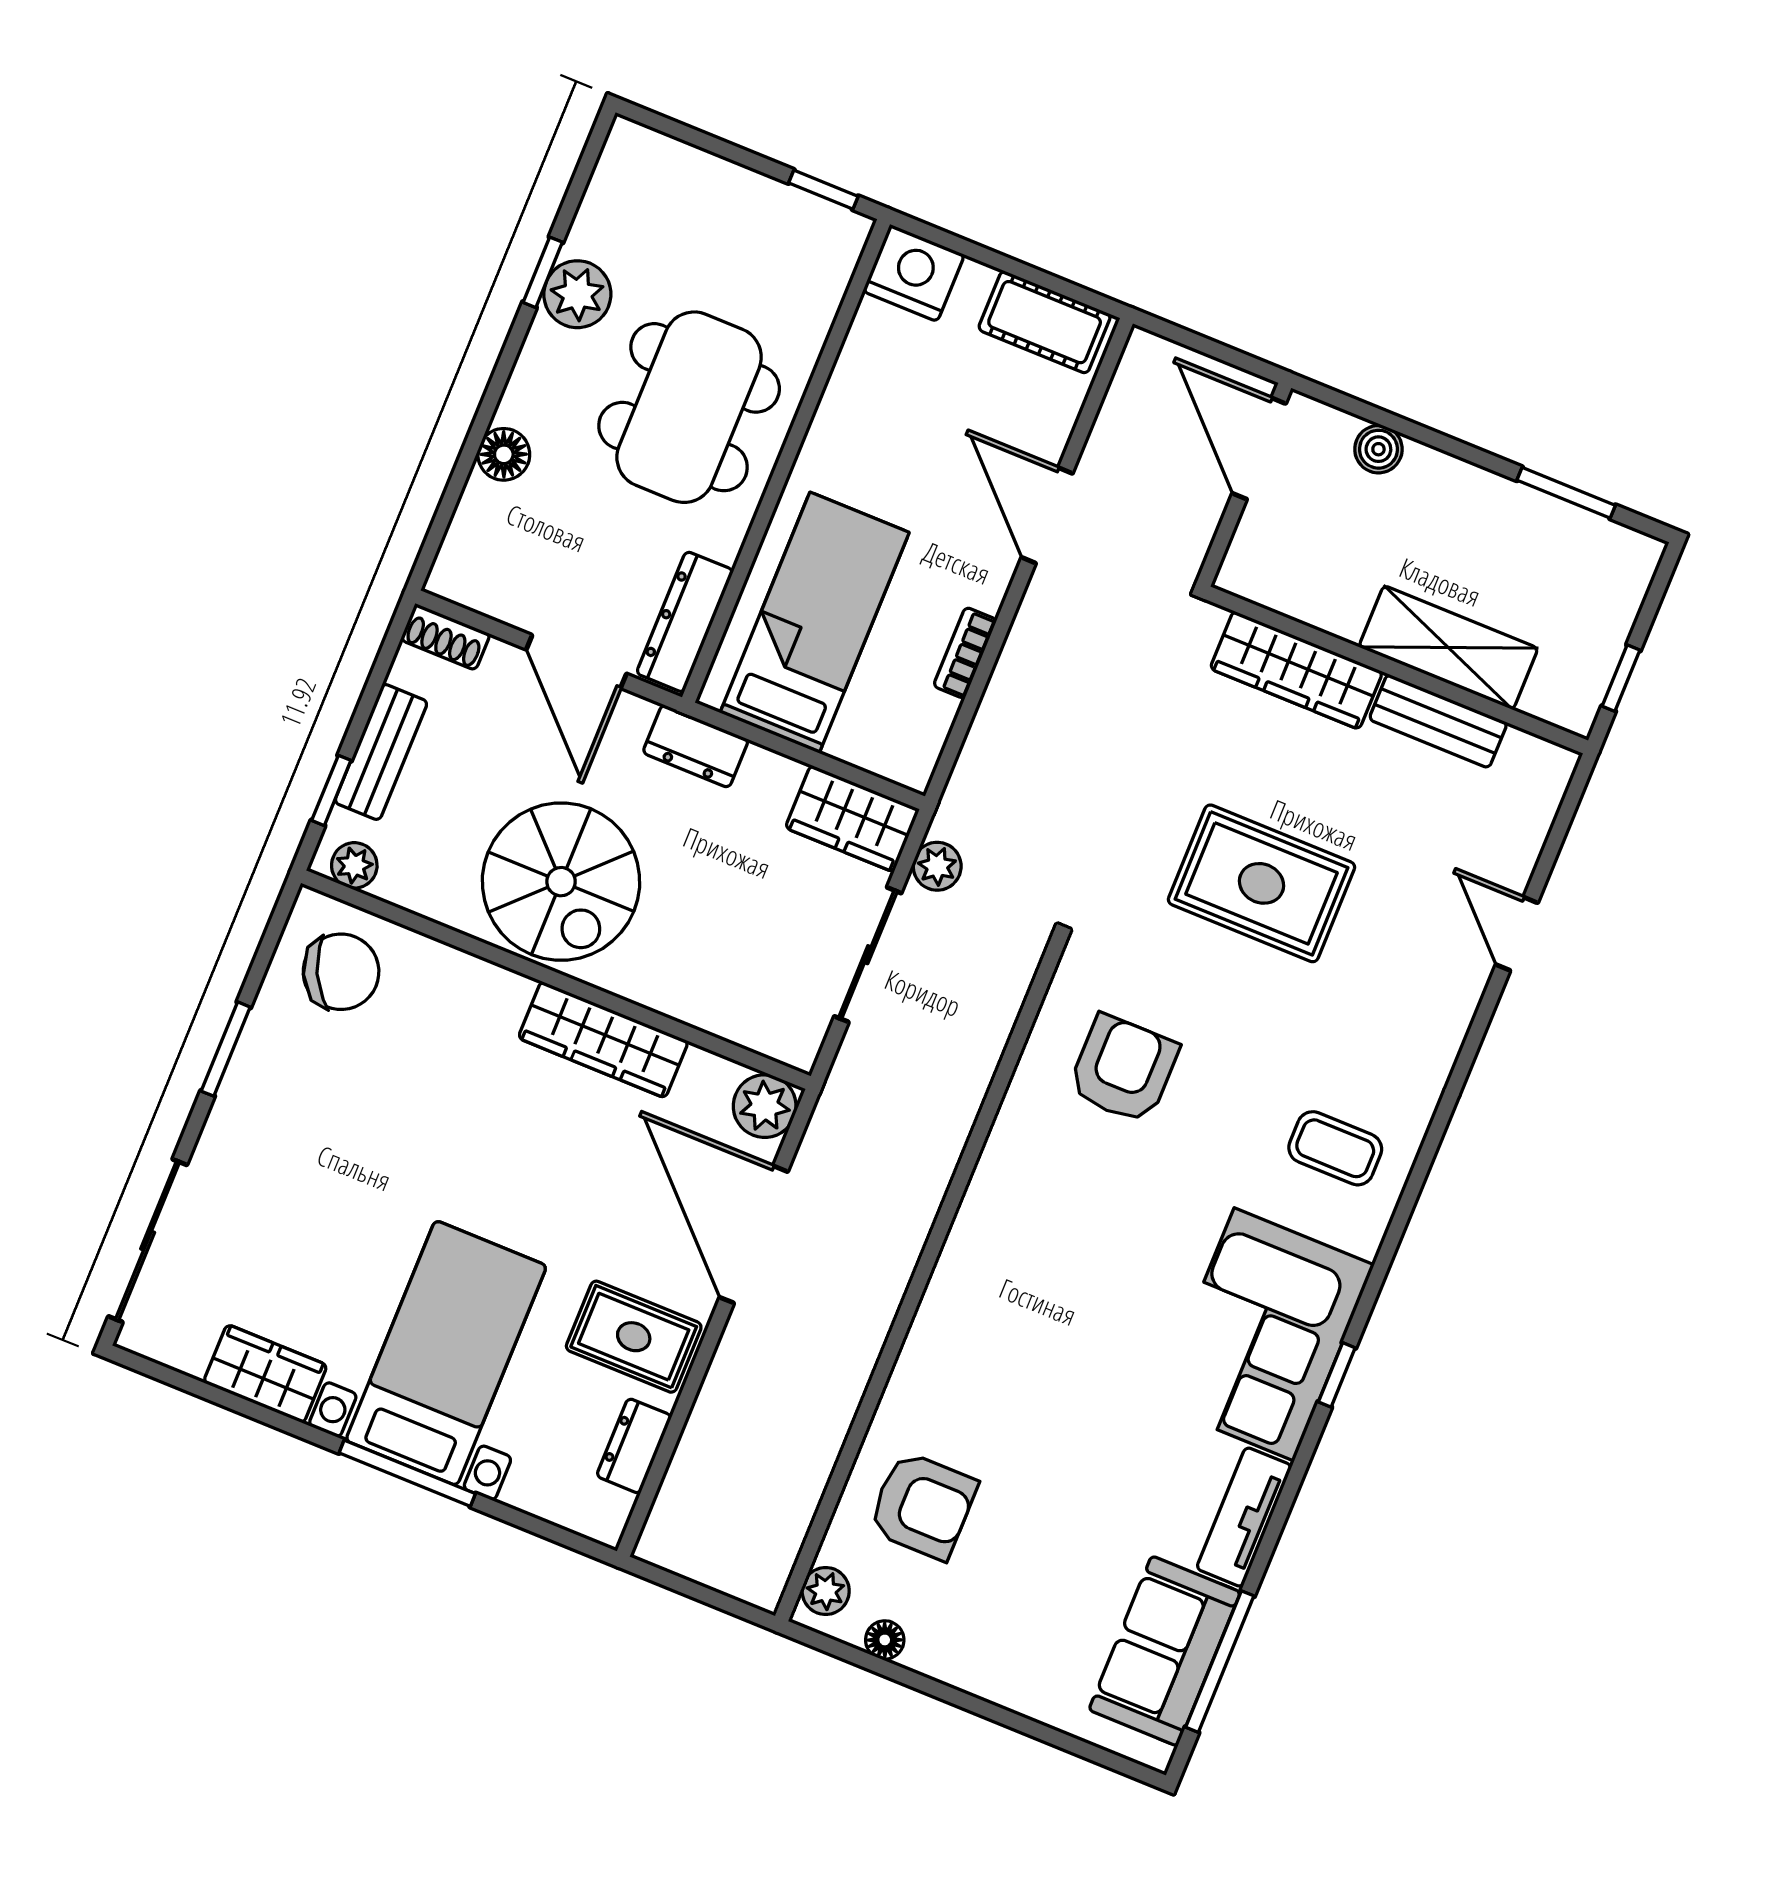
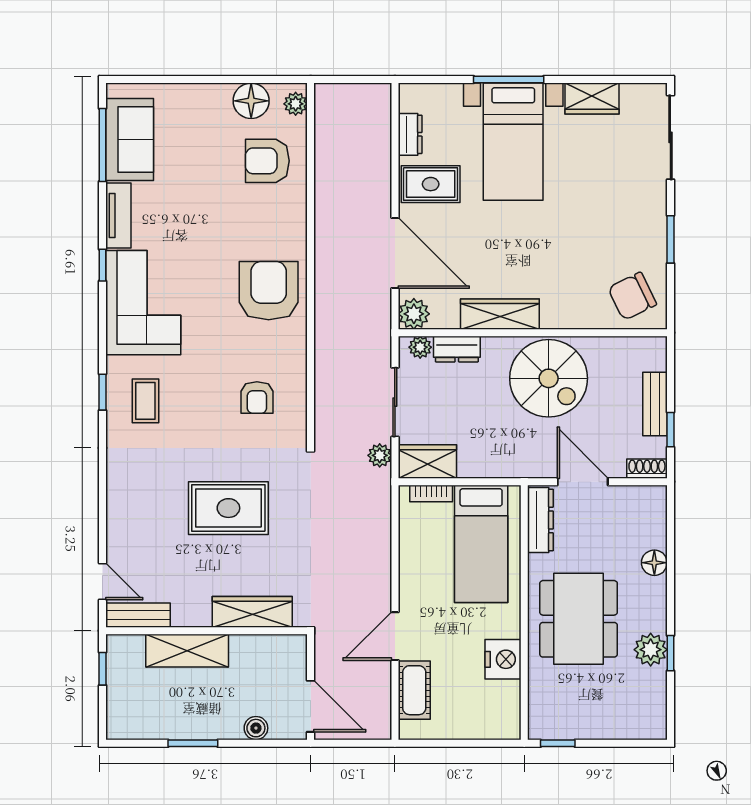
nightstand: (914, 273) -> (503, 659), moved, turned -90
cot: (1045, 322) -> (414, 690), moved, turned 90
window: (1566, 493) -> (193, 743), moved
door: (1047, 515) -> (395, 636), swing flipped
bookcase: (965, 653) -> (431, 494), moved, turned 90
bench: (1438, 721) -> (138, 615), moved
dresser: (696, 746) -> (457, 349), moved, turned 180
window: (331, 790) -> (670, 430), moved
plant: (354, 865) -> (420, 347), moved
spiral stairs: (561, 882) -> (549, 378), turned 180
door: (1517, 934) -> (103, 582), moved
armchair: (1123, 1069) -> (257, 398), width x0.72, depth x0.72
coffee table: (1335, 1148) -> (145, 401), turned 90
window: (1409, 1198) -> (103, 392), added
armchair: (1019, 1261) -> (269, 291), added
window: (1337, 1375) -> (103, 265), moved
floor lamp: (885, 1640) -> (251, 101), width x1.89, depth x1.89

